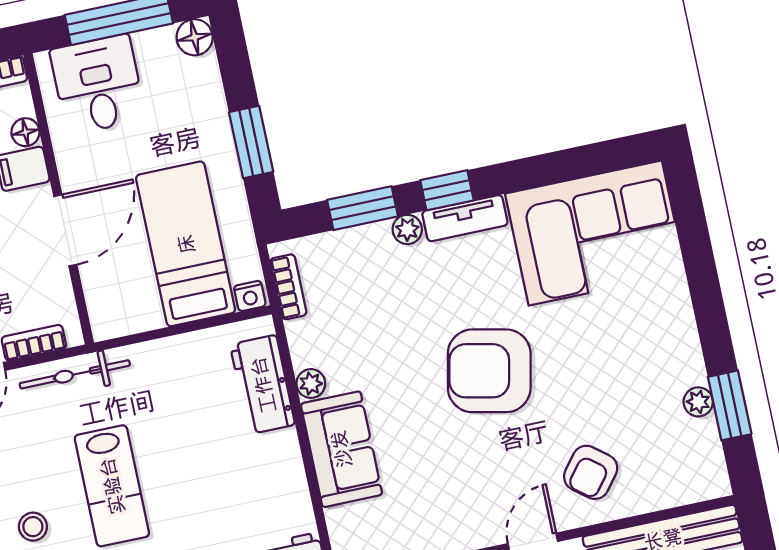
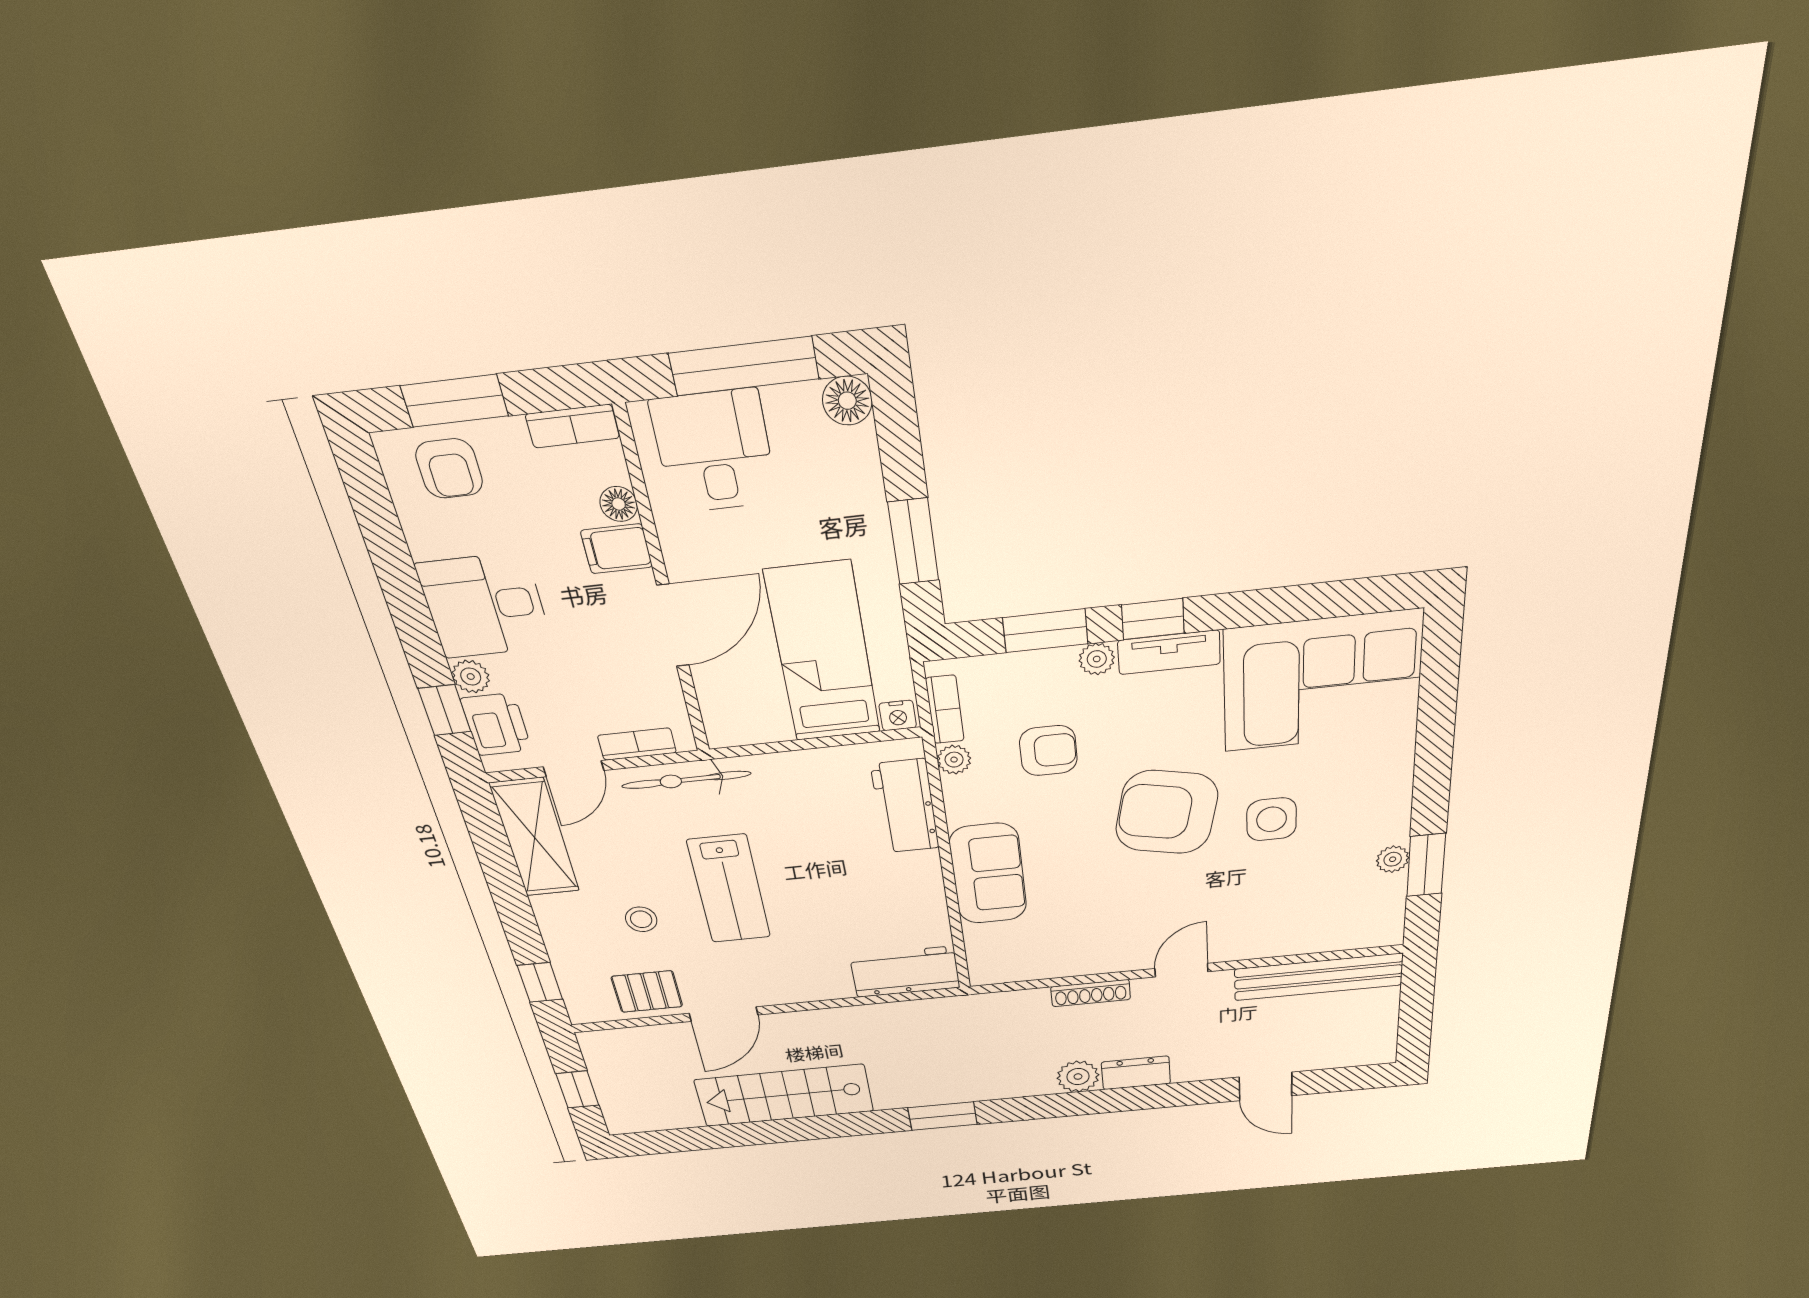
side table: (582, 370) -> (1272, 819), added
plant: (311, 384) -> (954, 760), moved
armchair: (591, 472) -> (1048, 751), moved, turned -128

